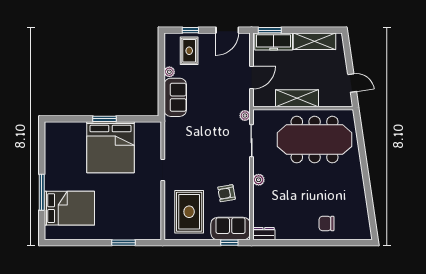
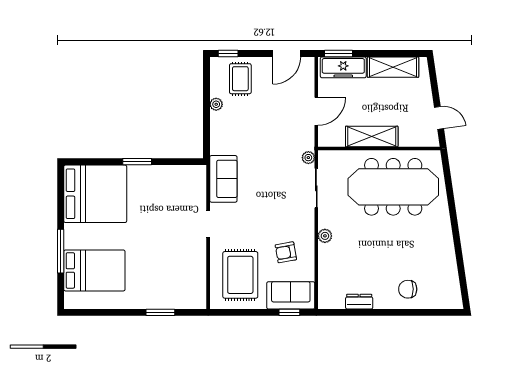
window: (190, 30) -> (228, 53), moved
sofa: (175, 97) -> (223, 179), moved
bed: (110, 147) -> (95, 194), moved, turned -90
dresser: (264, 234) -> (359, 302), moved

